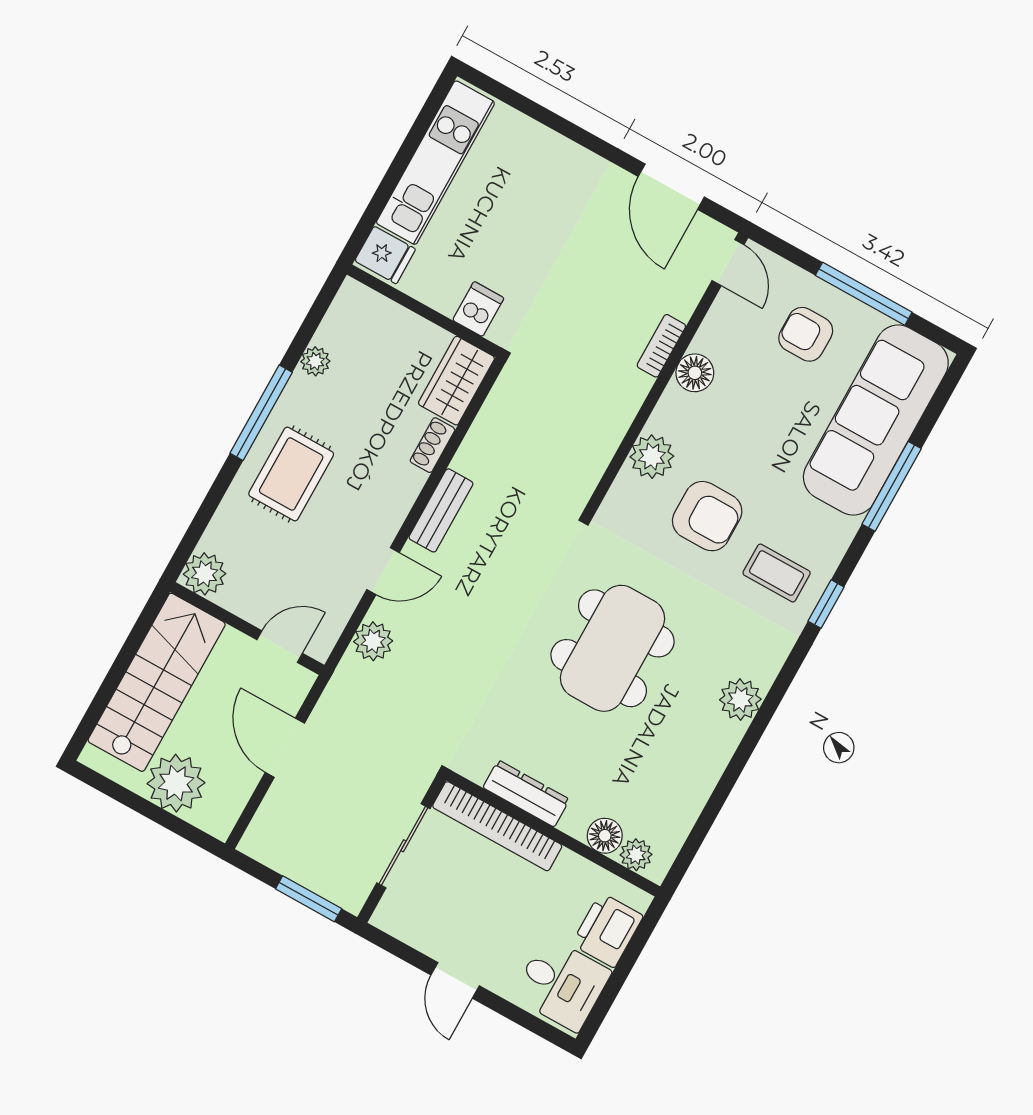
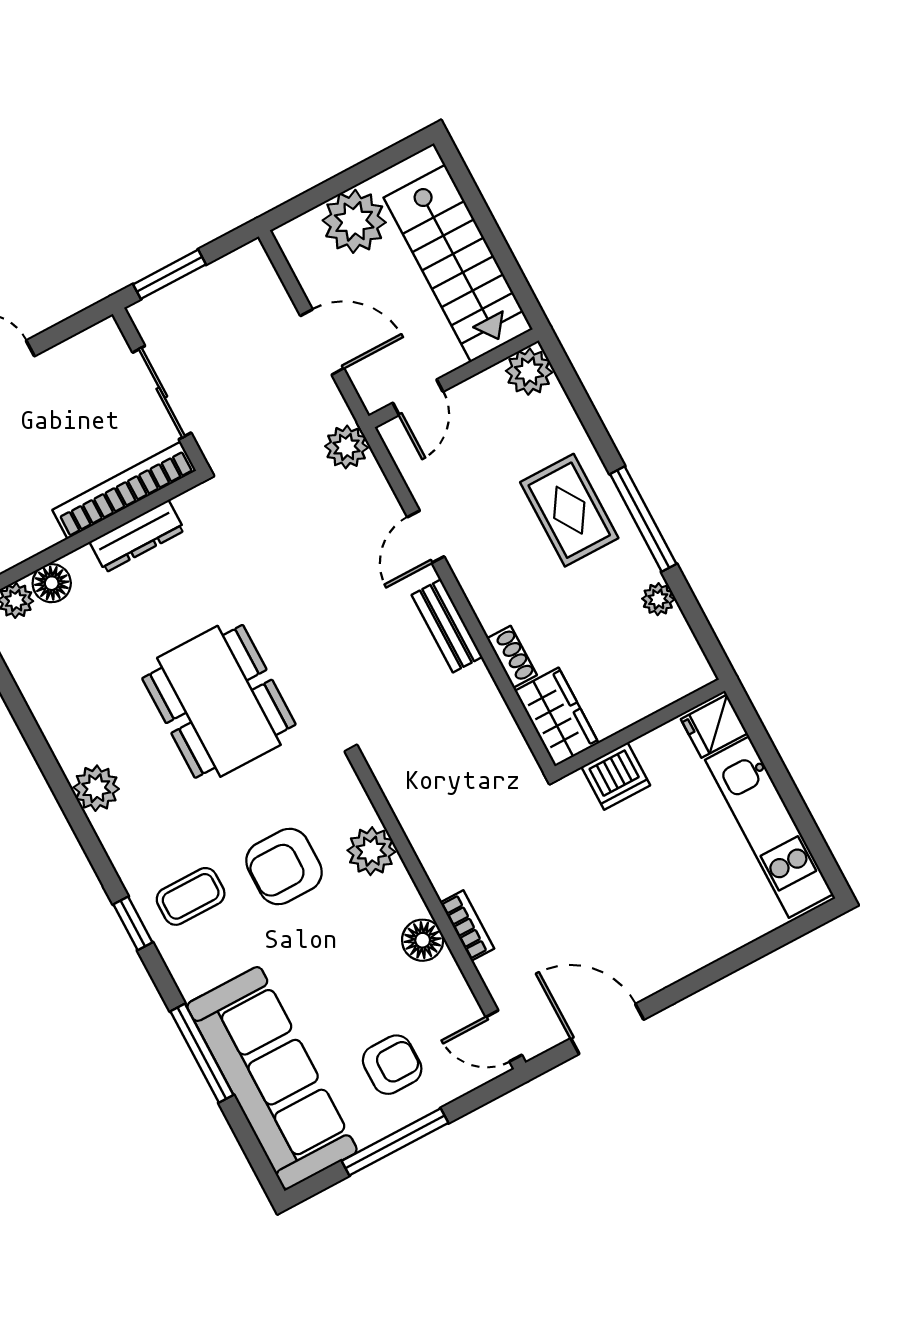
dishwasher: (478, 309) -> (616, 776), width x1.38
plant: (373, 641) -> (346, 447), moved

